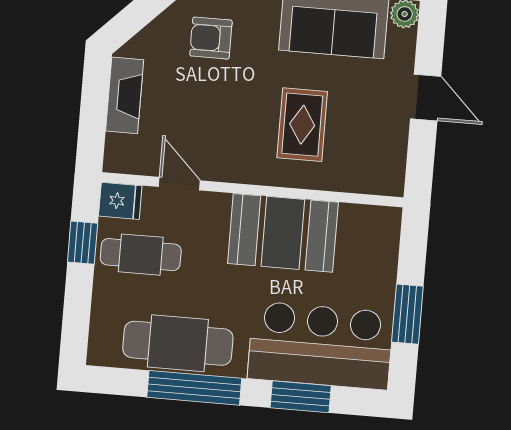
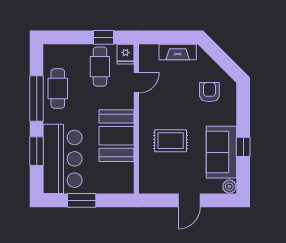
cafe table: (178, 343) -> (58, 89), width x0.73, depth x0.74

